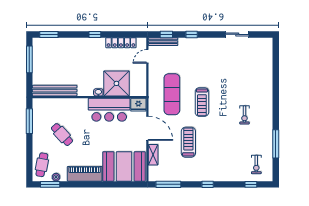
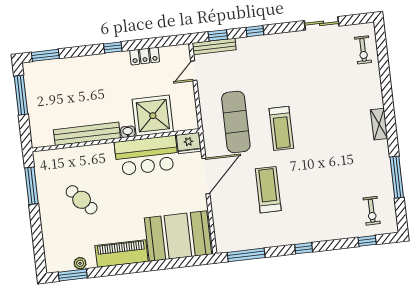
locker: (121, 43) -> (145, 56), width x0.66
bench: (55, 91) -> (87, 134), moved
exercise bike: (244, 115) -> (363, 50), moved
door: (147, 128) -> (206, 176), hinge flipped
shelving: (153, 155) -> (379, 124), moved
cafe table: (42, 165) -> (57, 248), removed

